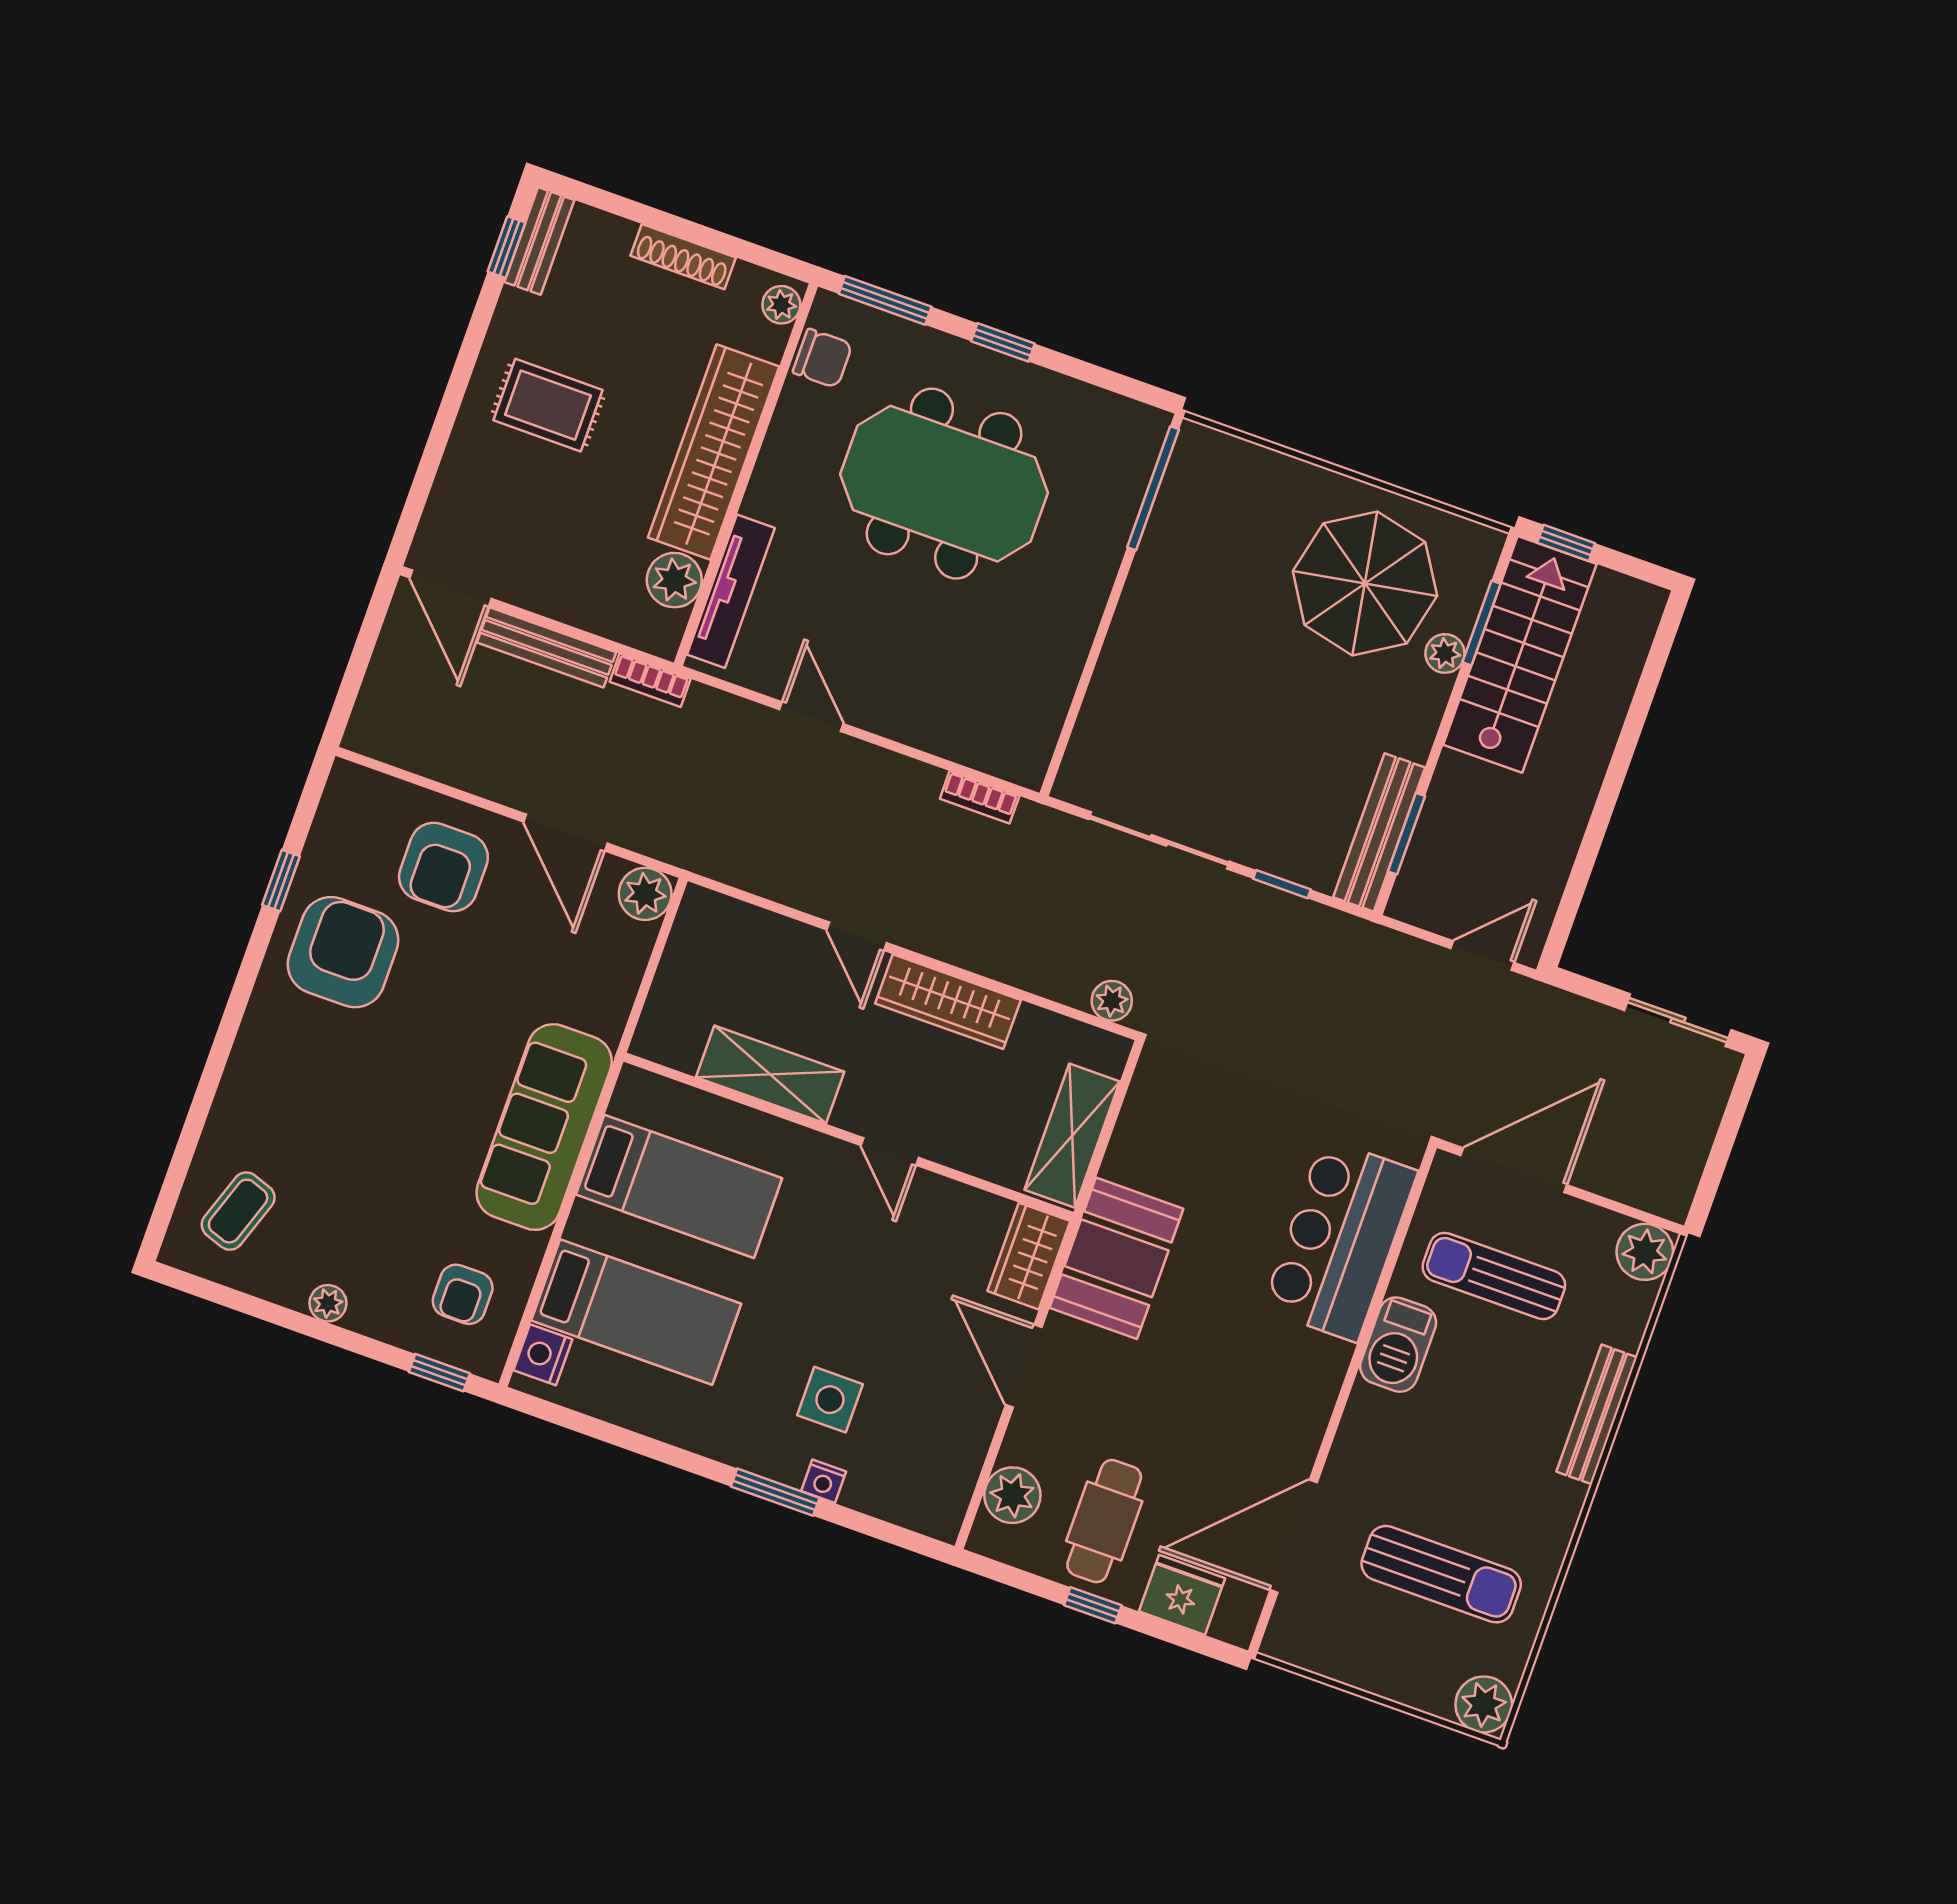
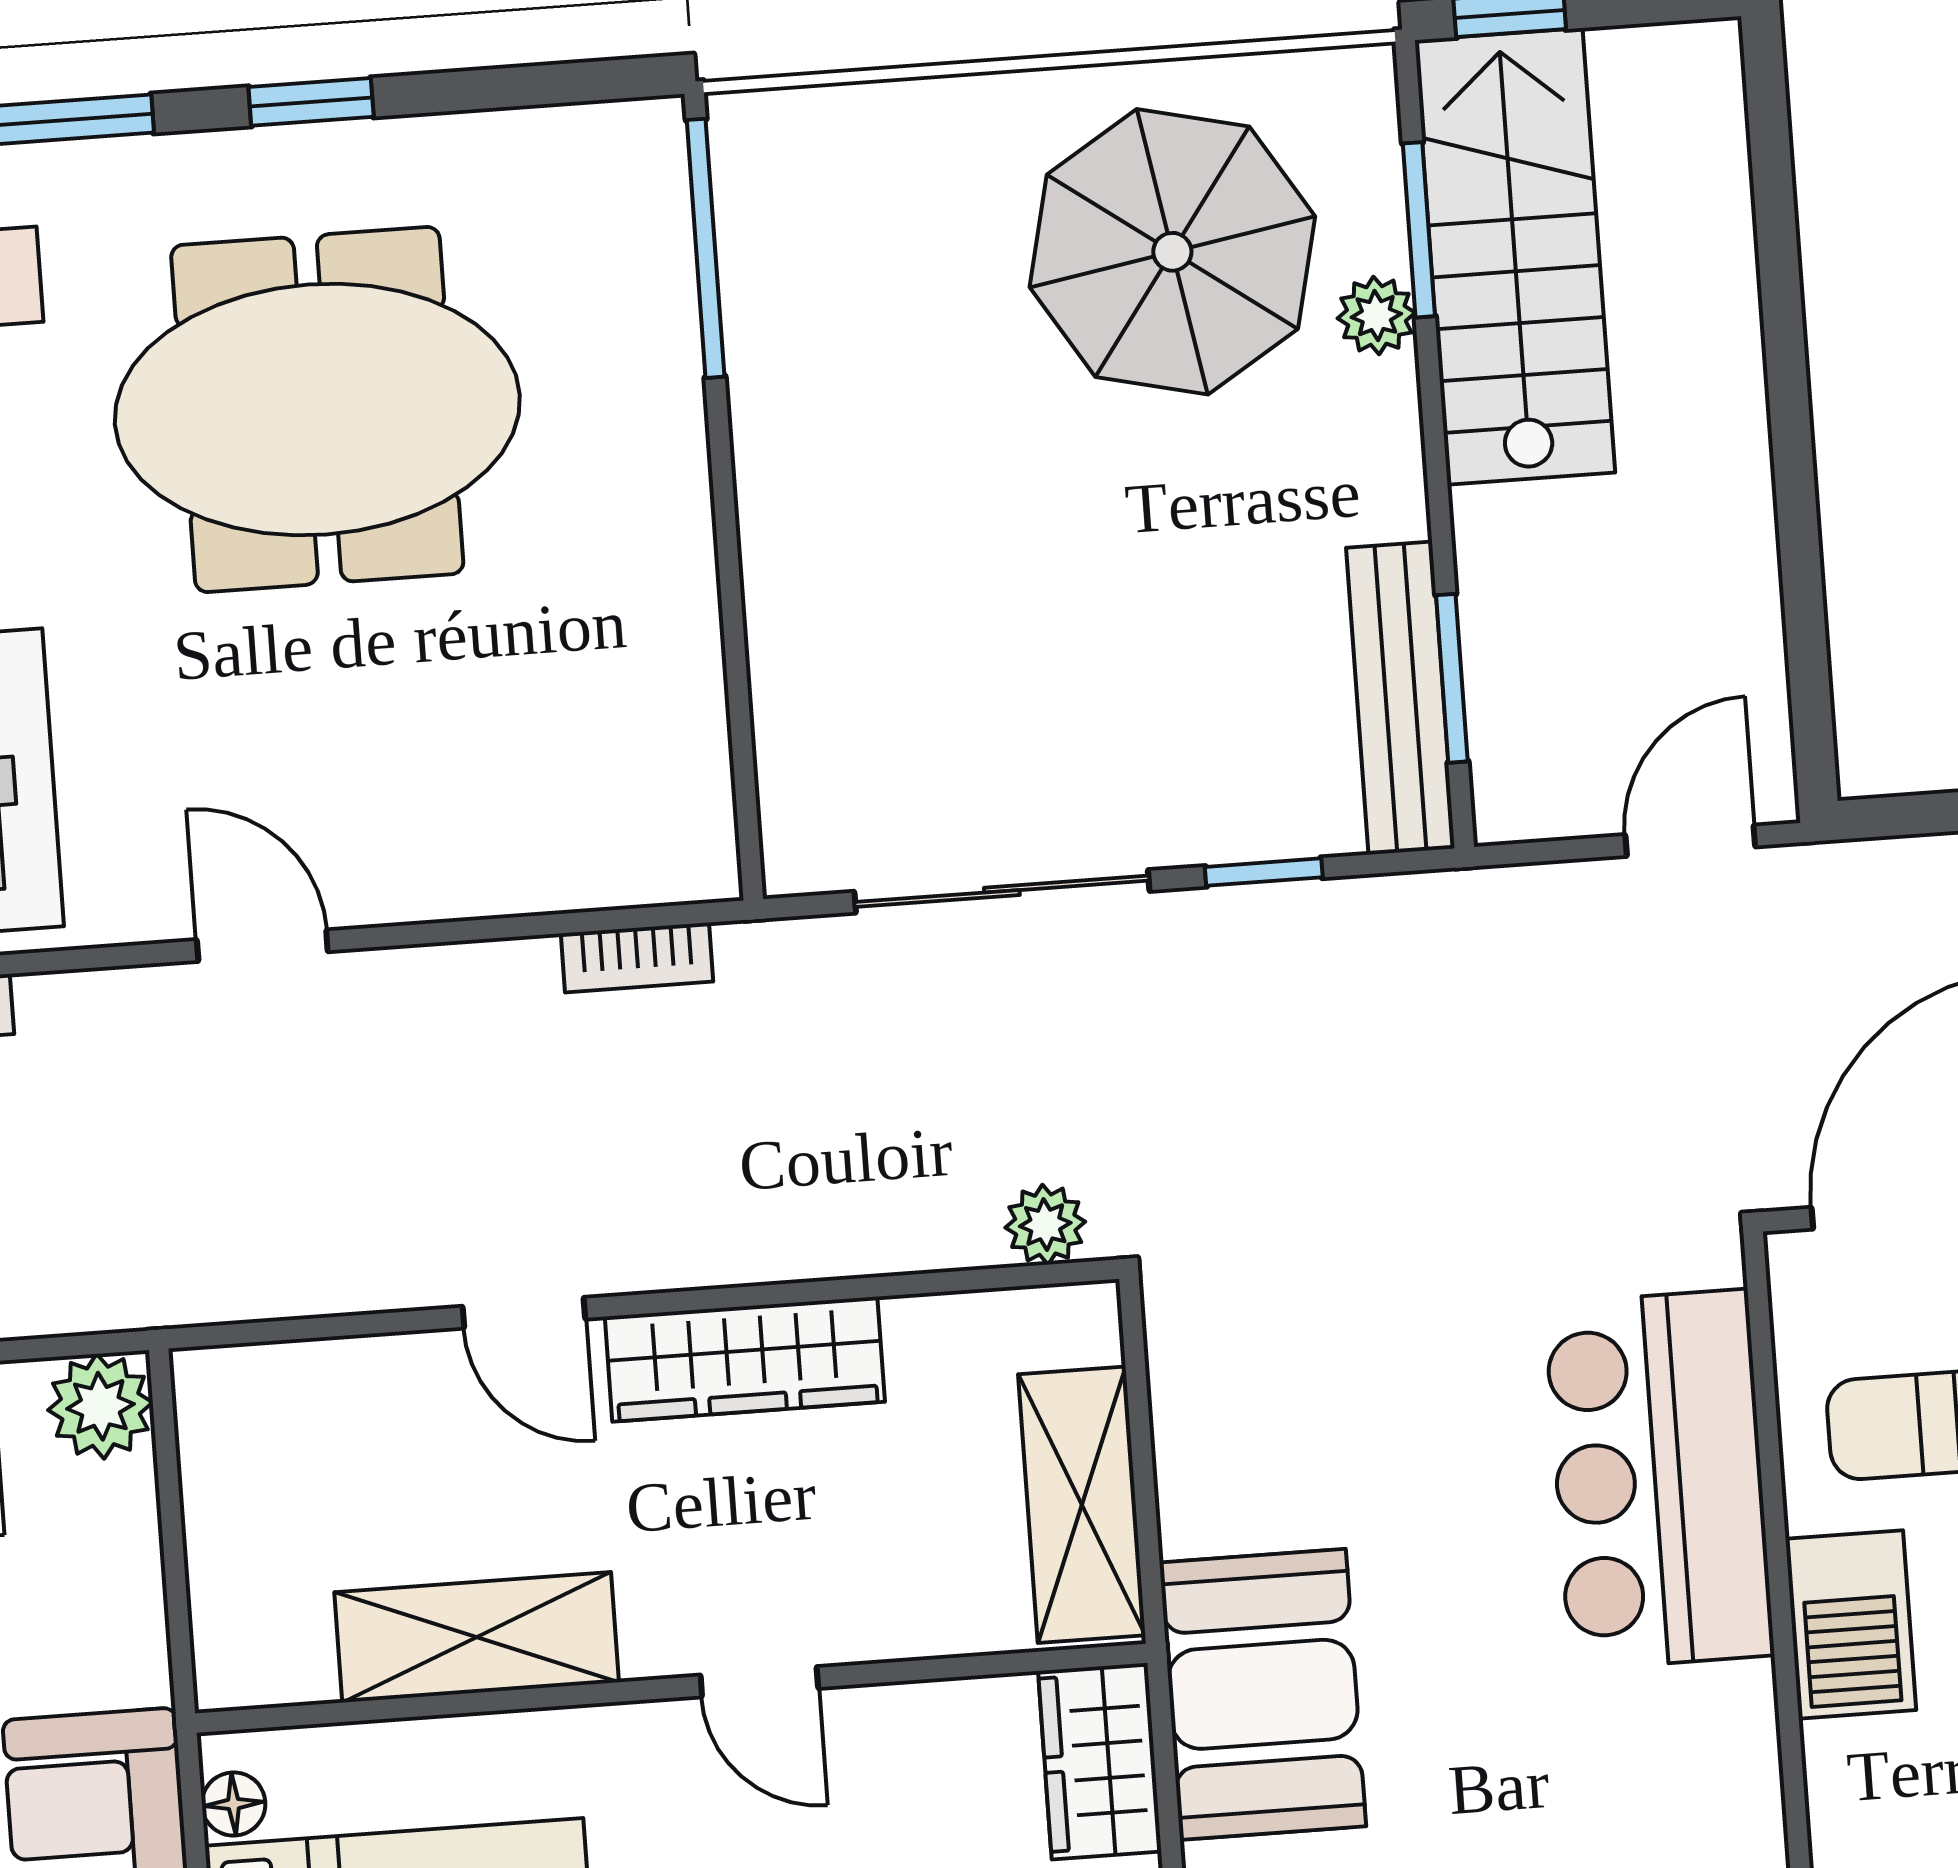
floor lamp: (626, 1102) -> (234, 1804), added

